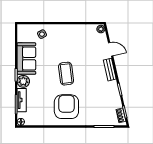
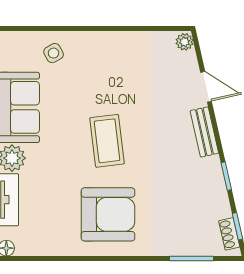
armchair: (66, 107) -> (108, 214), turned 90

